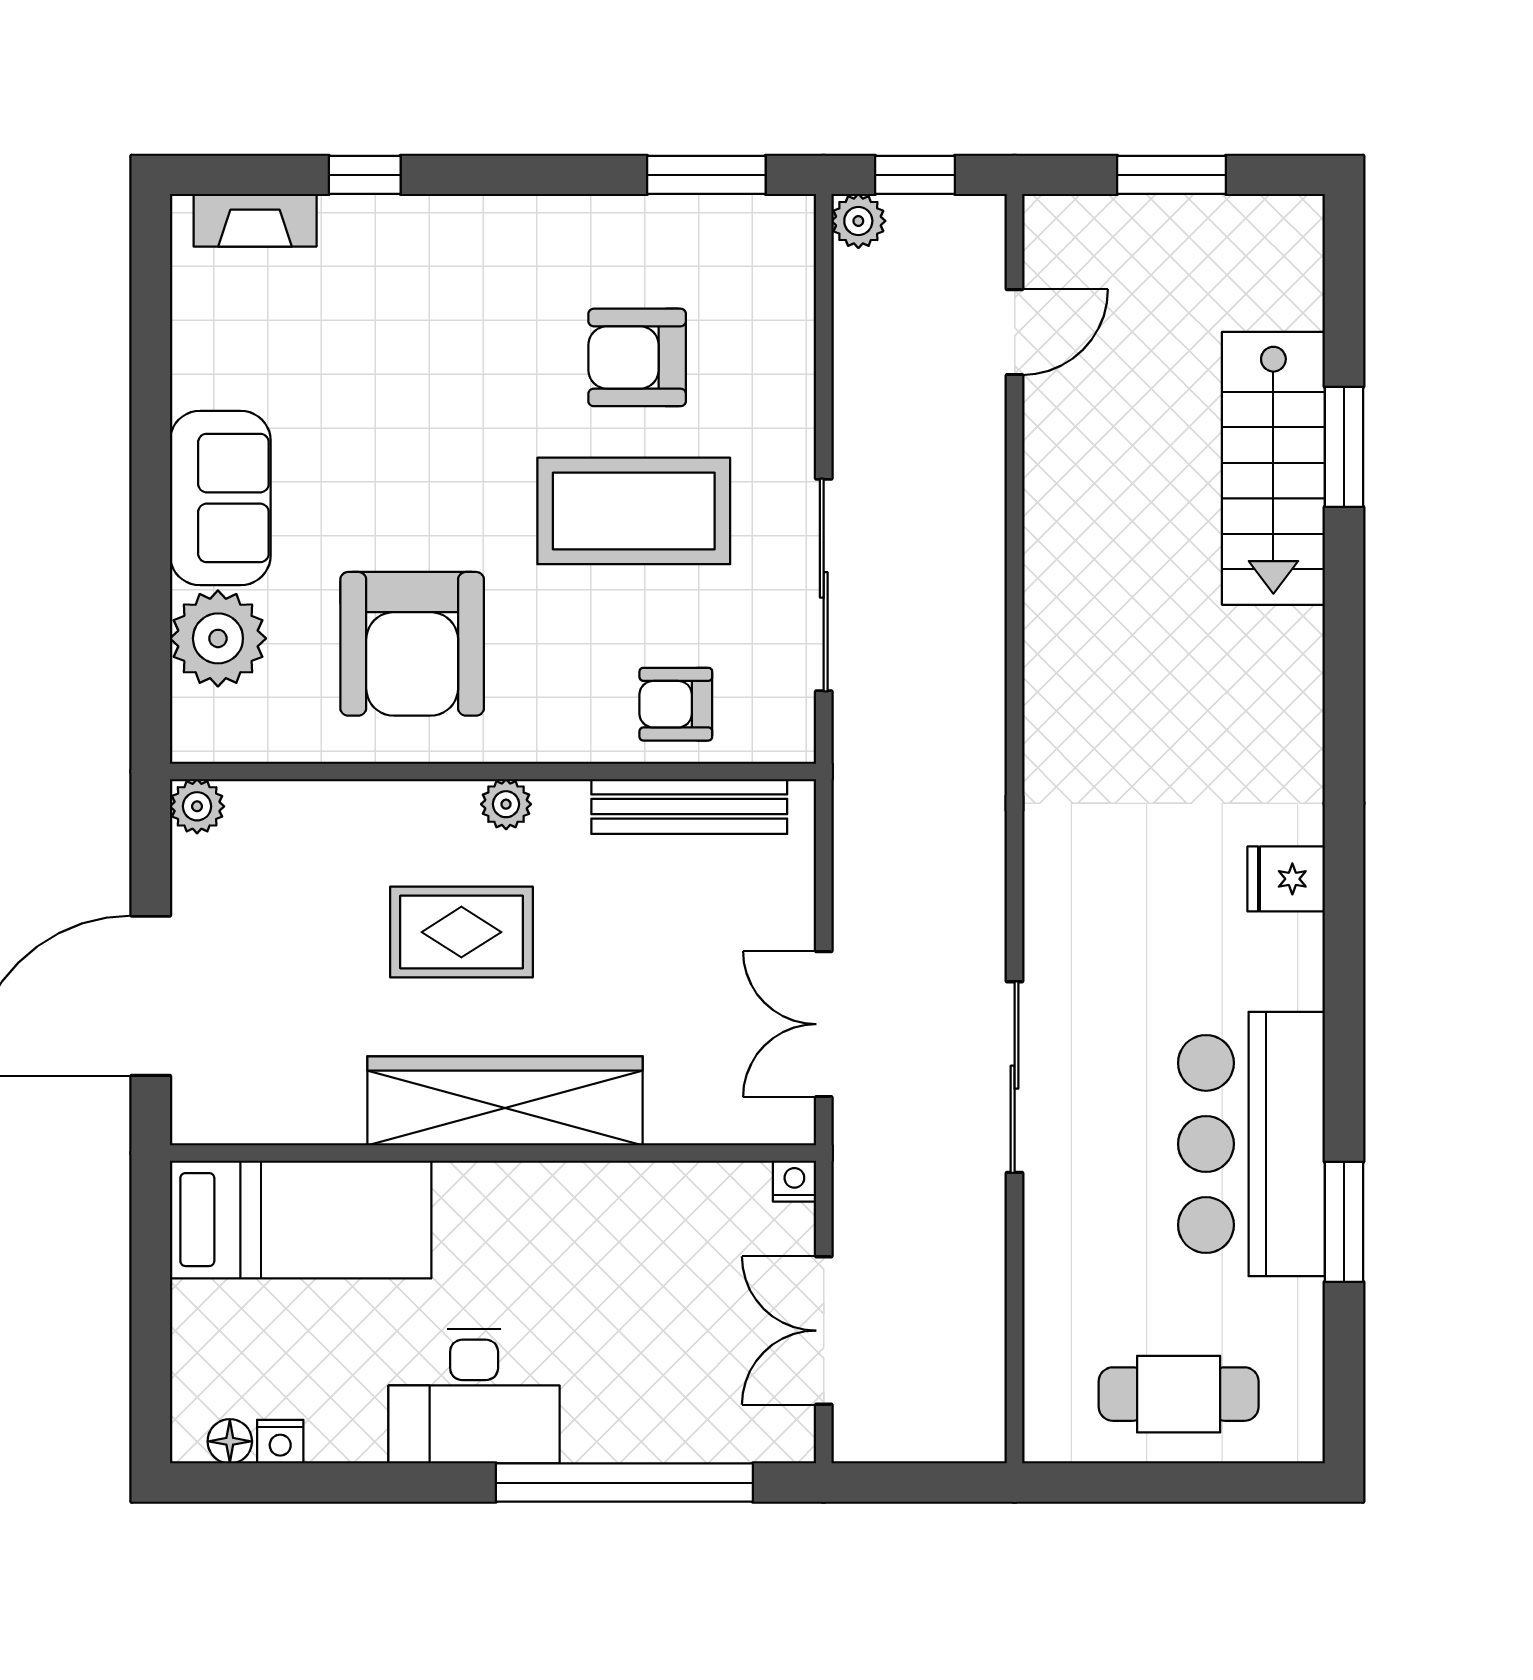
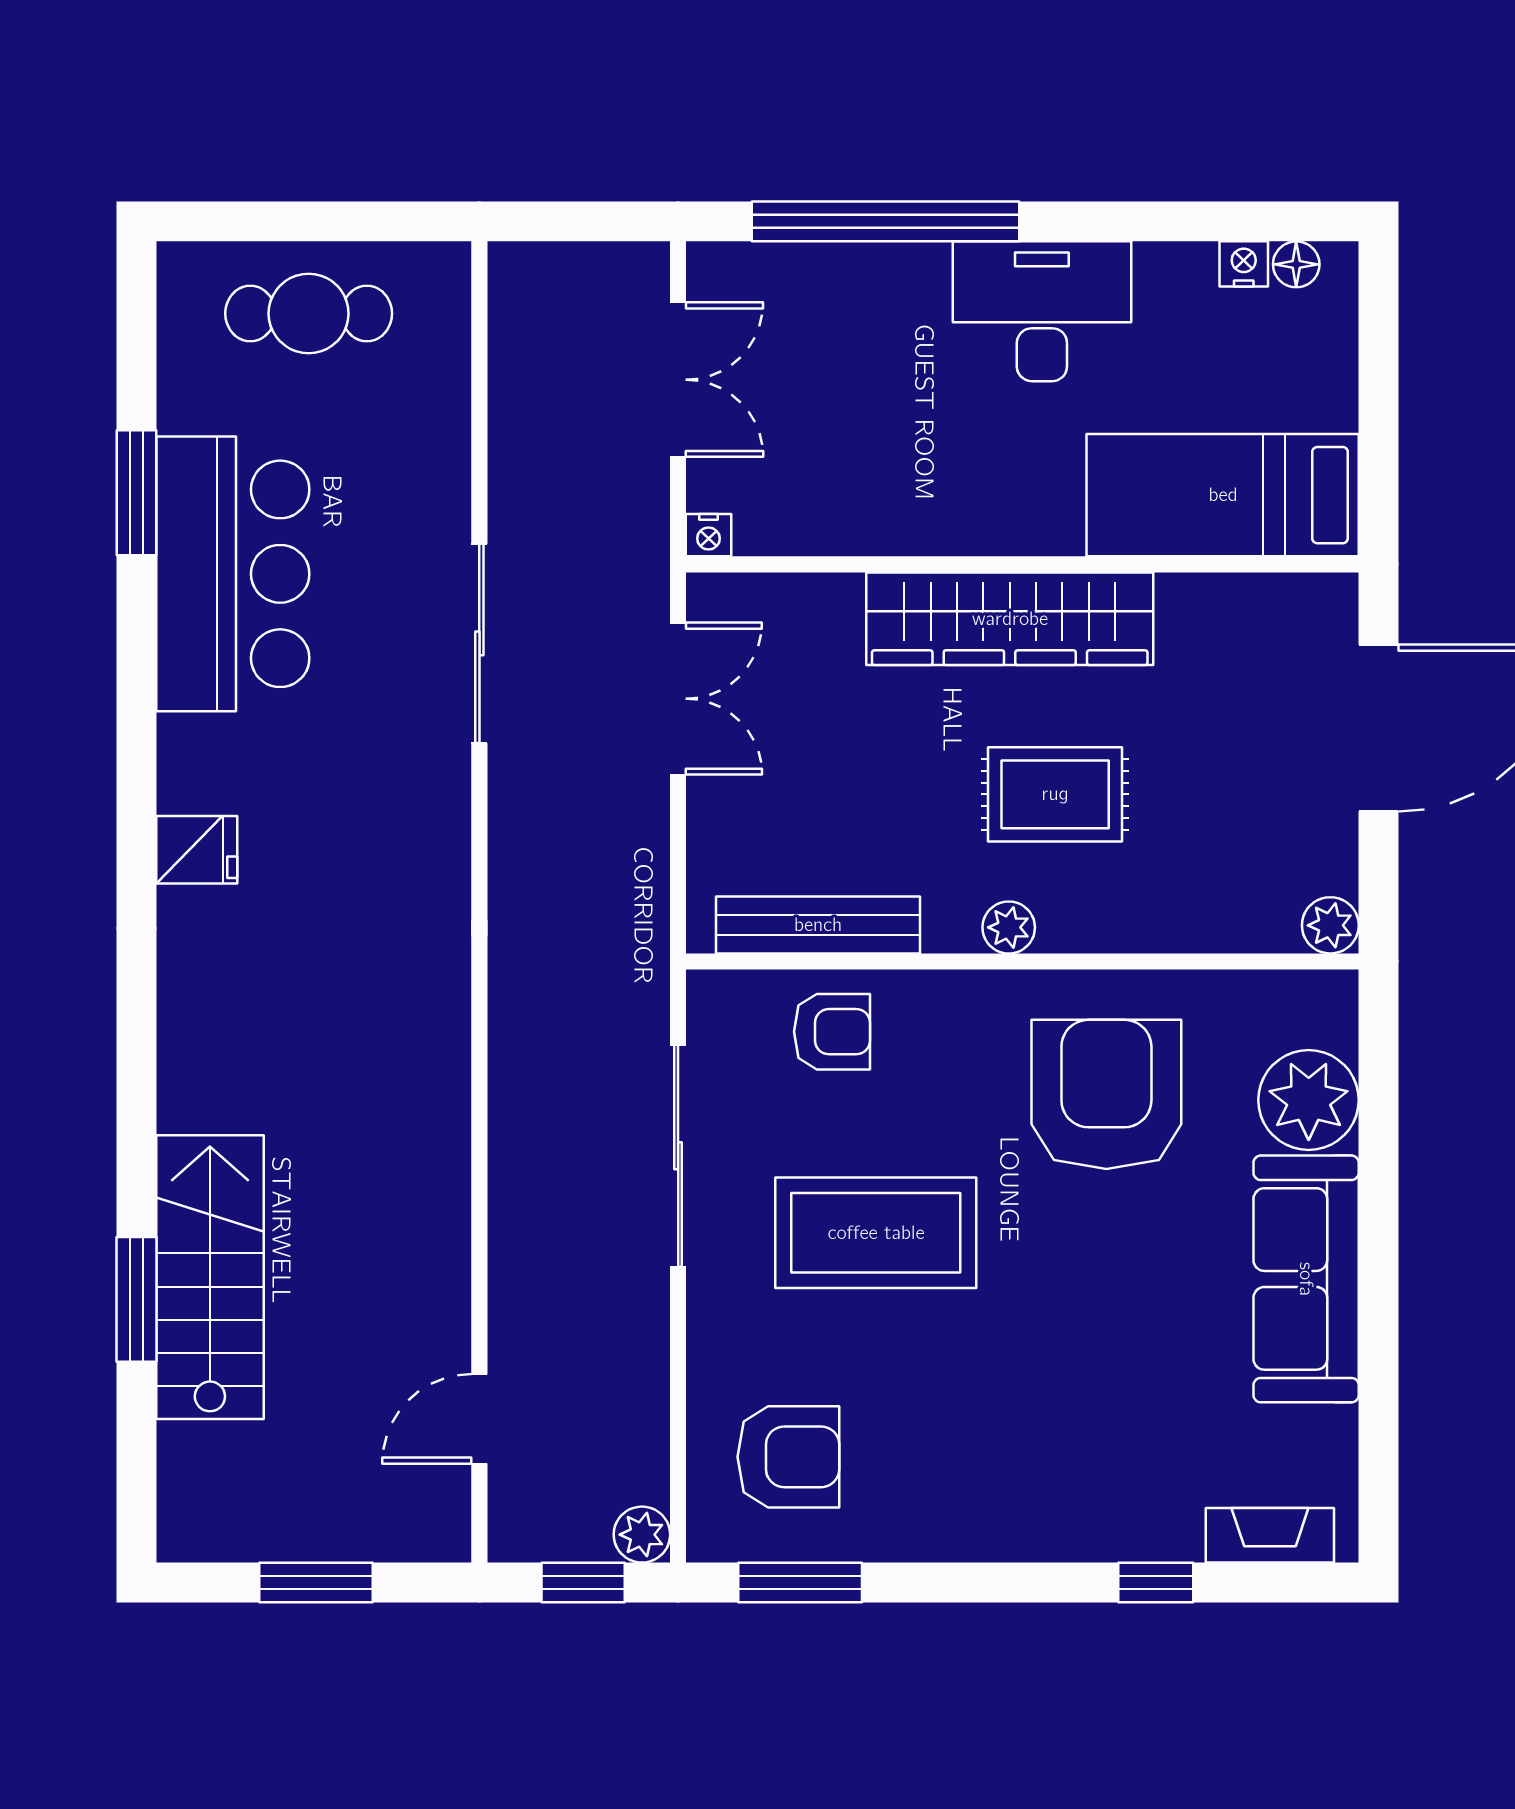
armchair: (637, 357) -> (788, 1457), moved
sofa: (220, 498) -> (1306, 1279), width x1.36

